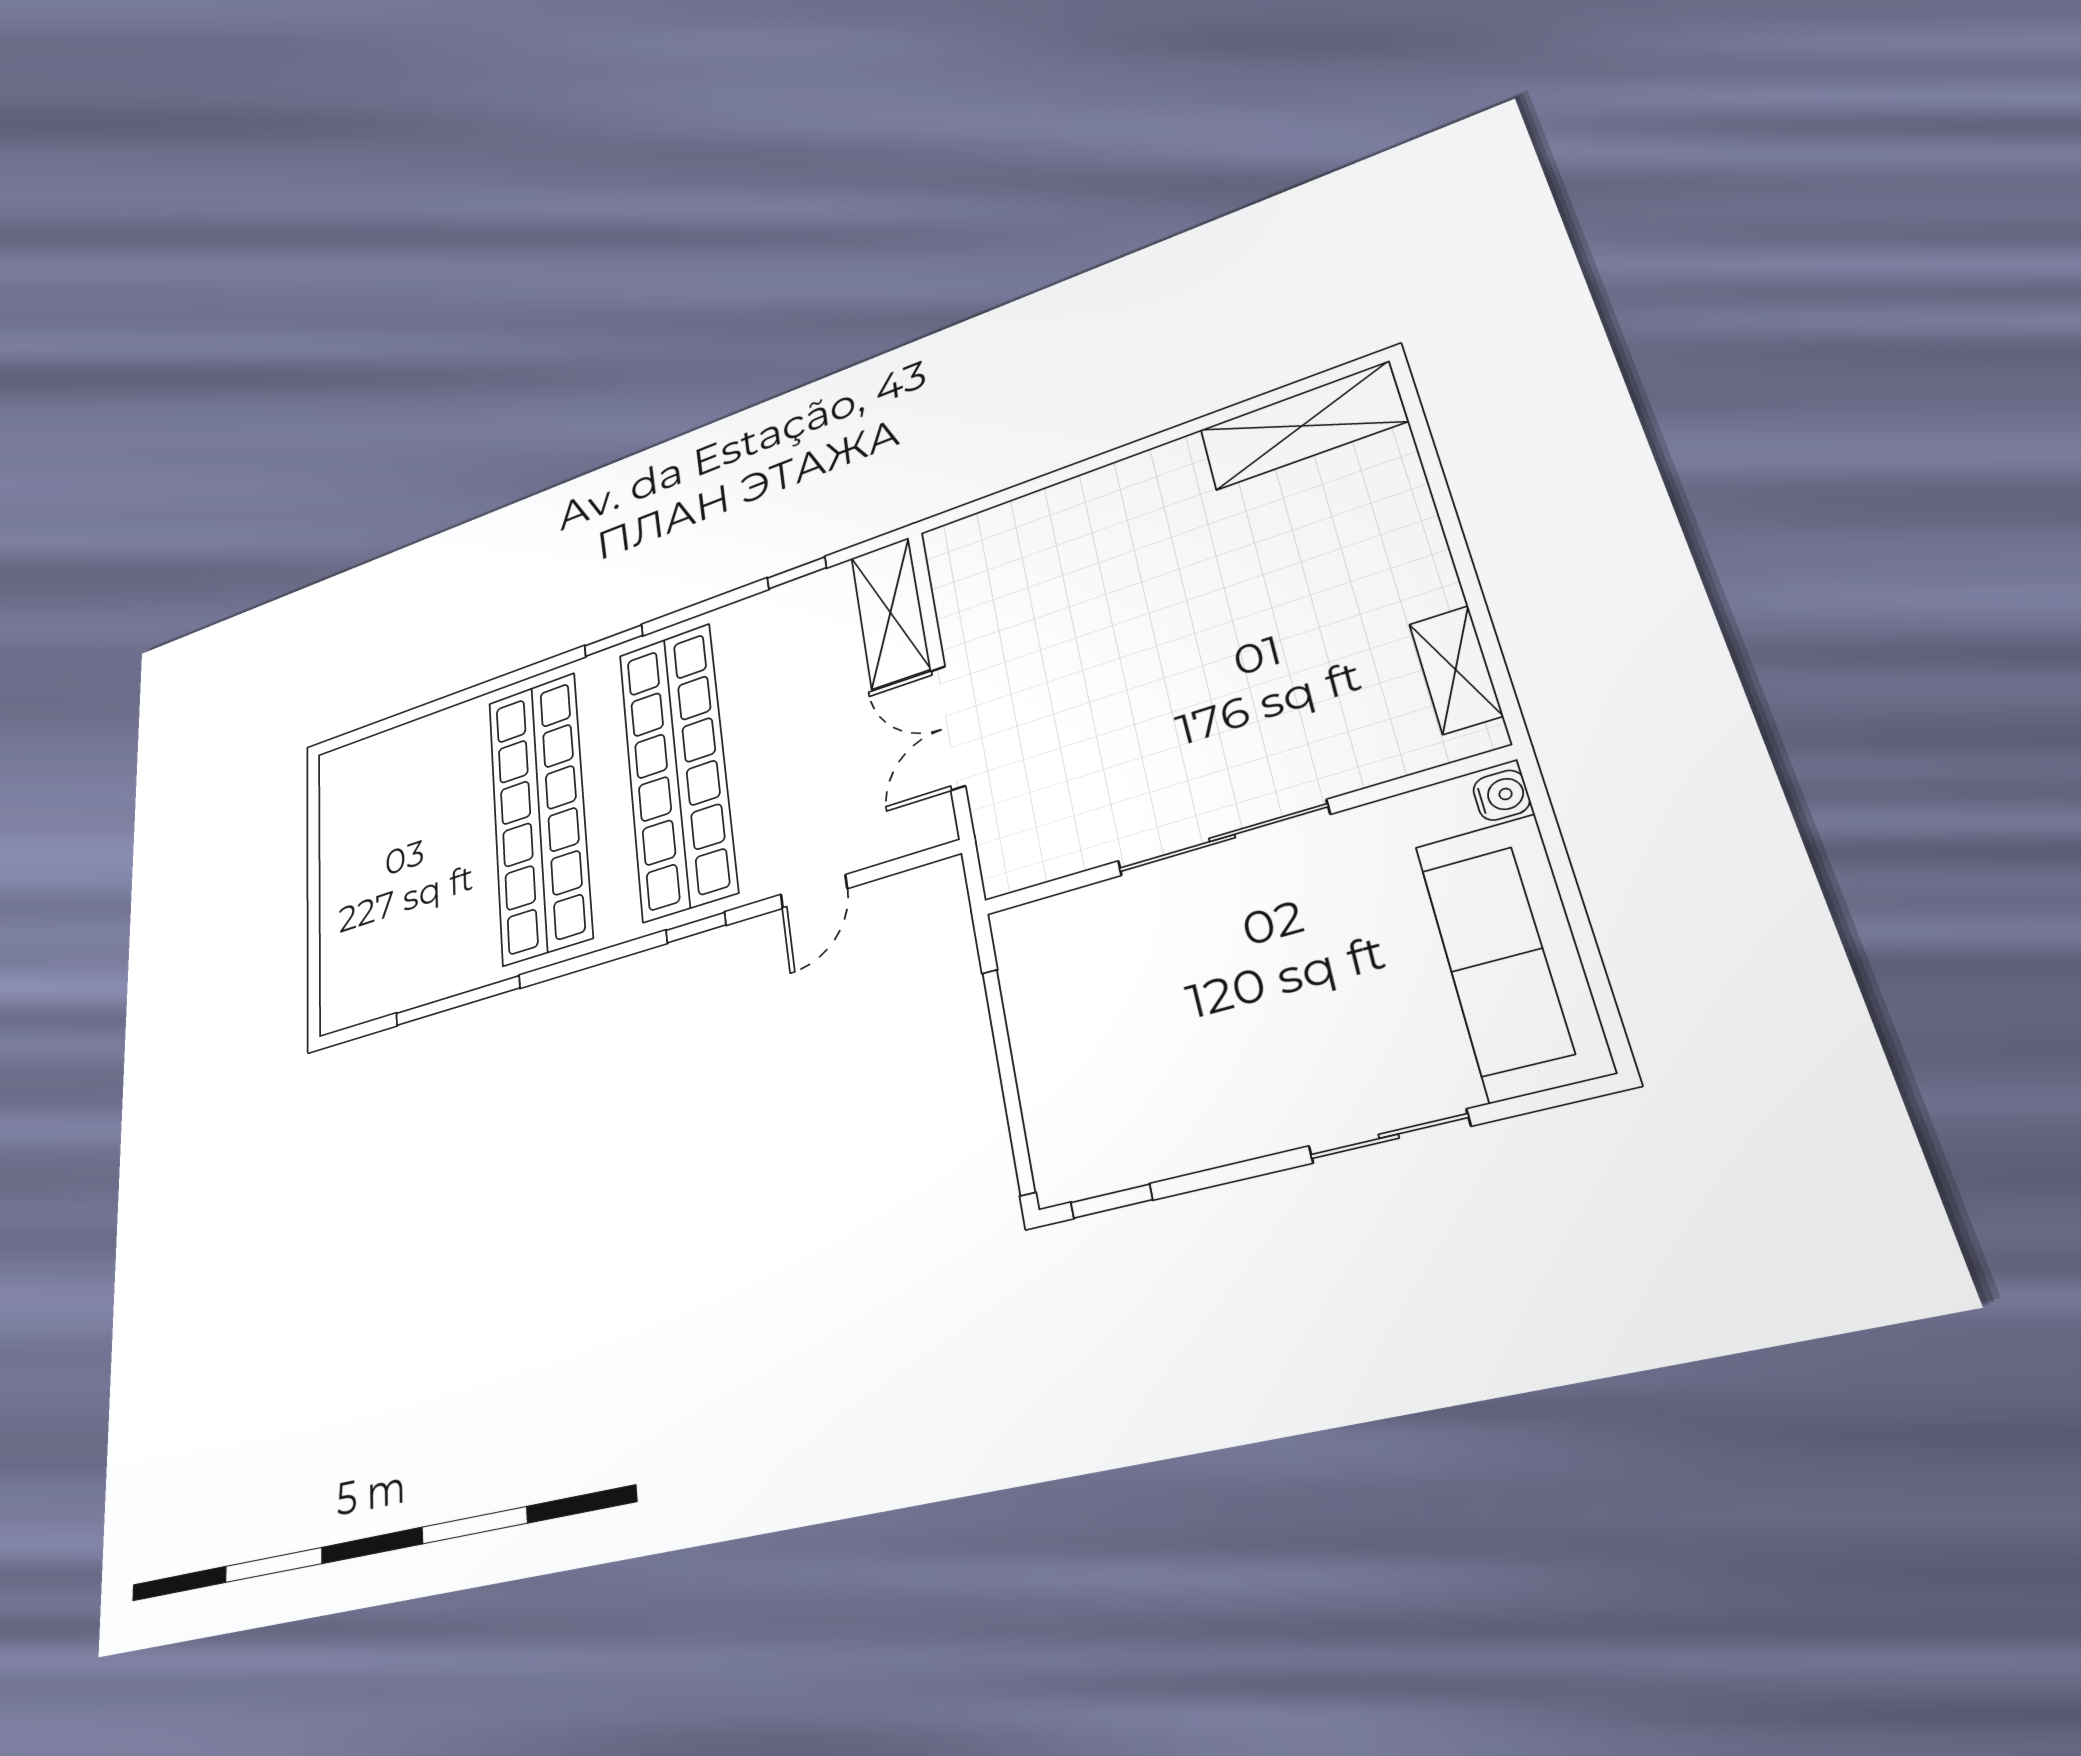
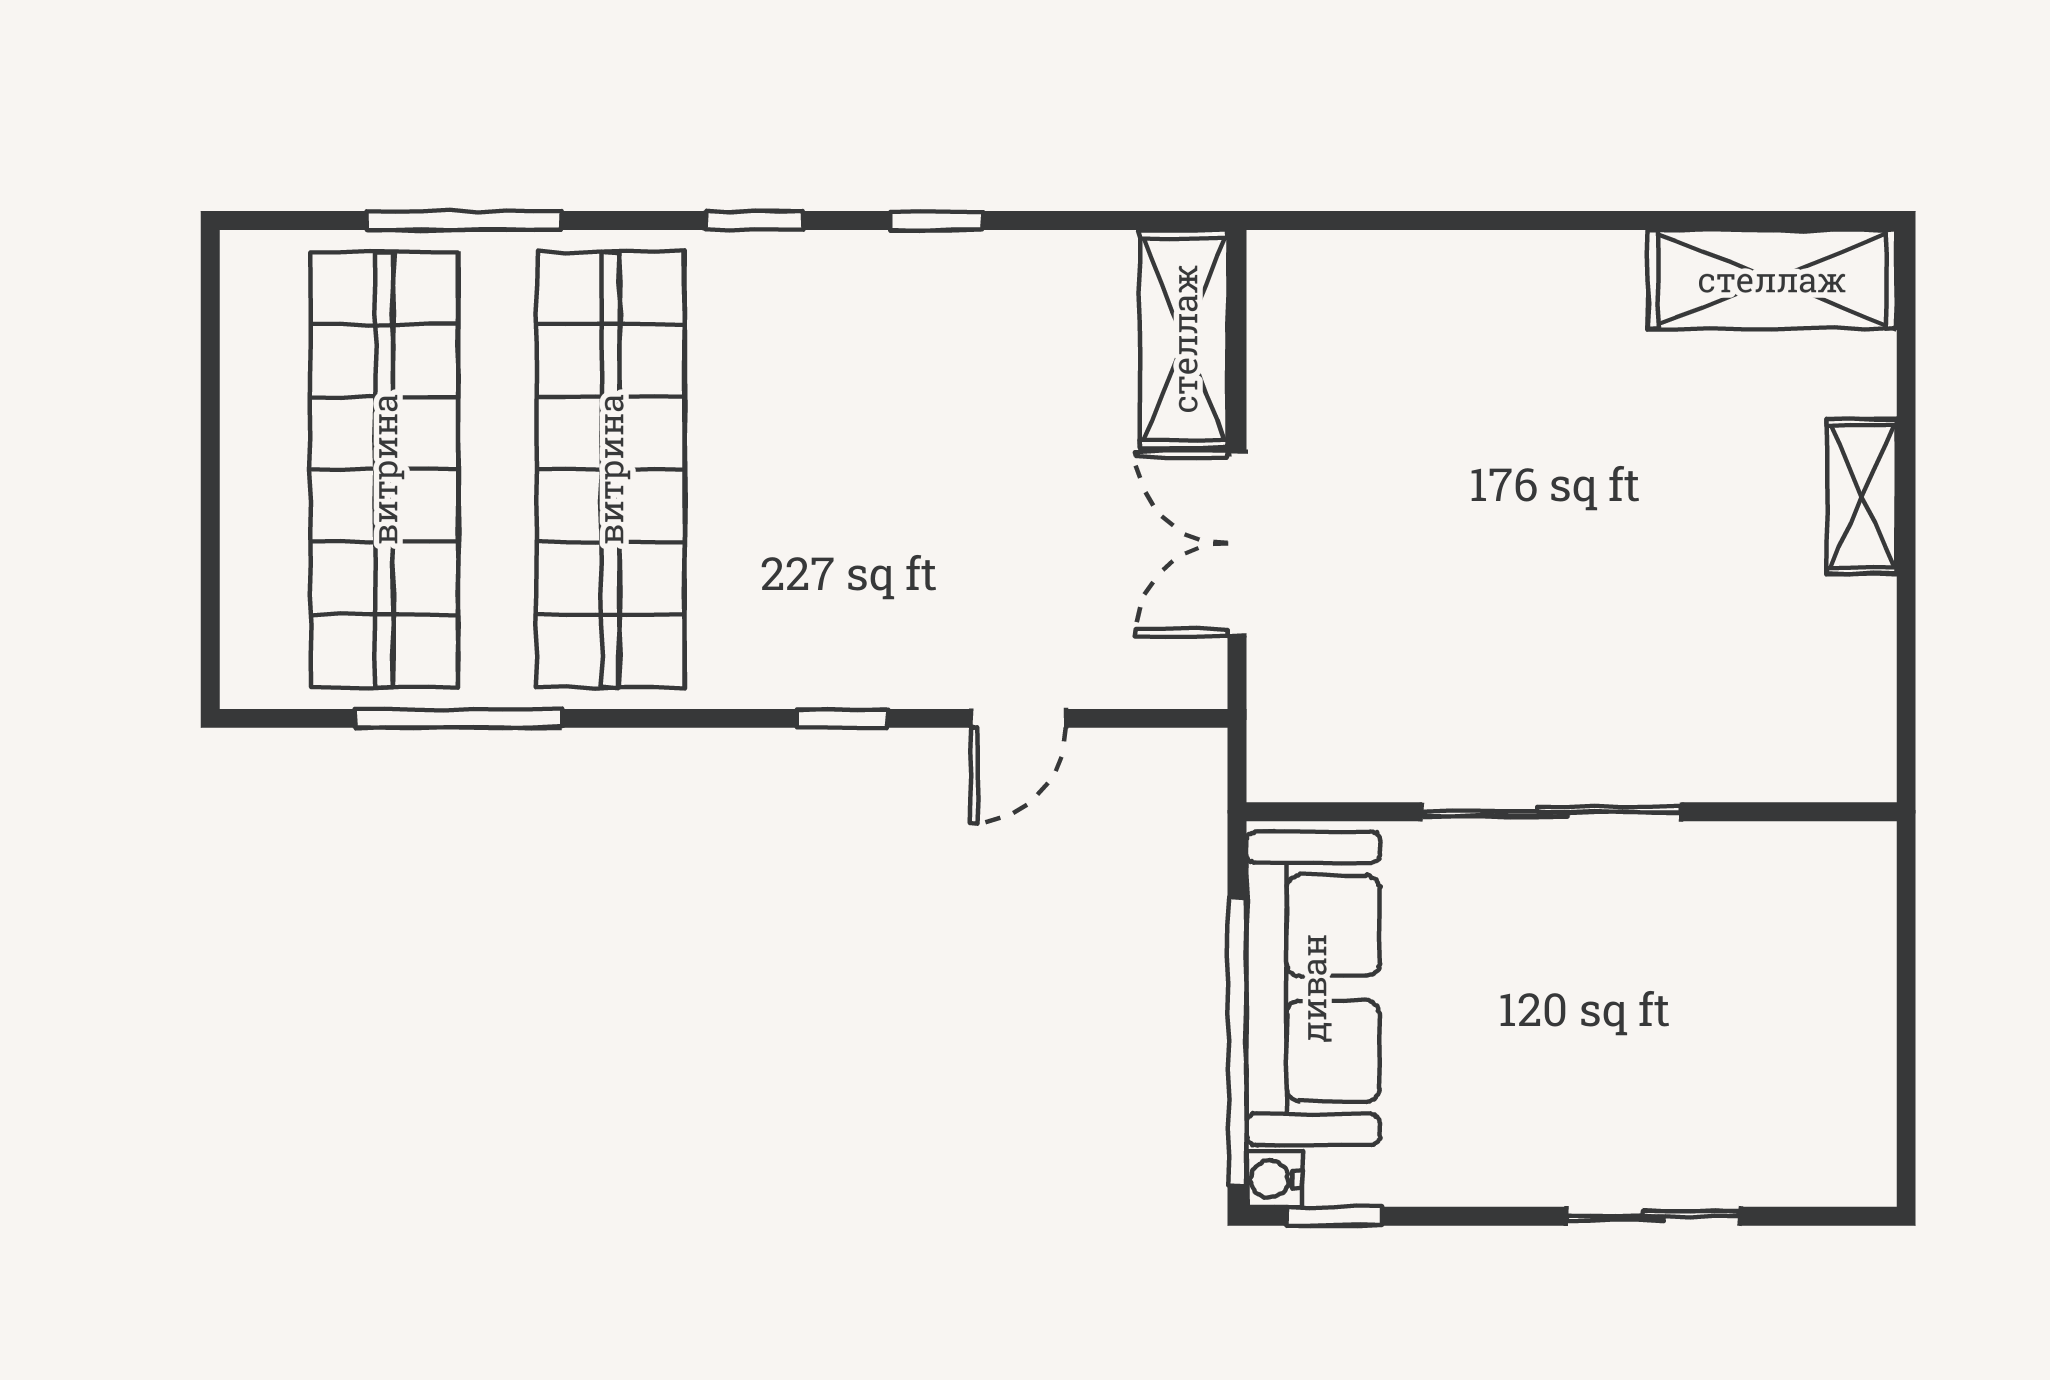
window: (797, 573) -> (936, 220), moved
shelving: (1456, 670) -> (1862, 496), moved
window: (449, 701) -> (464, 220), added
shop shelf: (677, 769) -> (384, 469), moved
water cooler: (1502, 795) -> (1274, 1179), moved, turned 180
sofa: (1513, 956) -> (1313, 988), moved, turned 180

